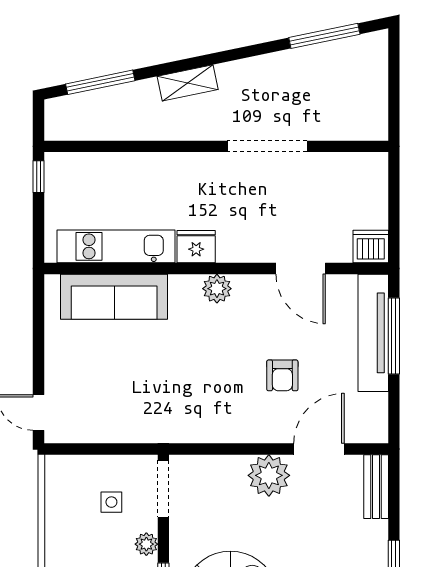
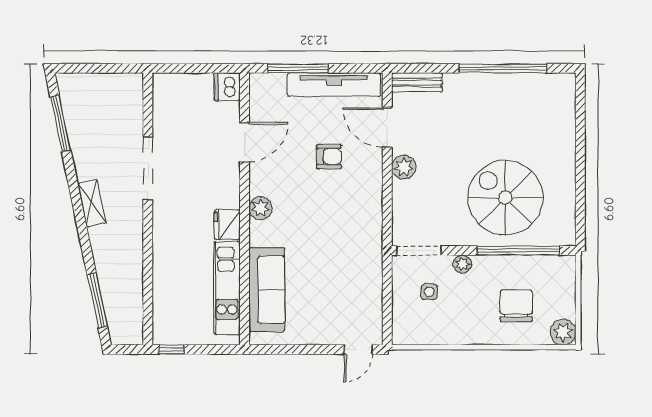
shelving: (188, 83) -> (92, 203), moved
tv unit: (373, 333) -> (334, 85), moved
plant: (269, 475) -> (404, 167), width x0.73, depth x0.73

